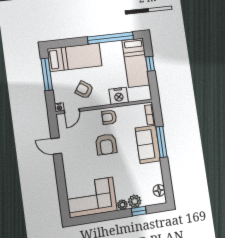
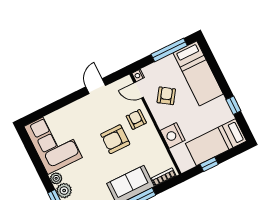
window: (110, 38) -> (233, 105), width x0.32
window: (150, 64) -> (209, 164), moved
armchair: (109, 117) -> (136, 119), moved

